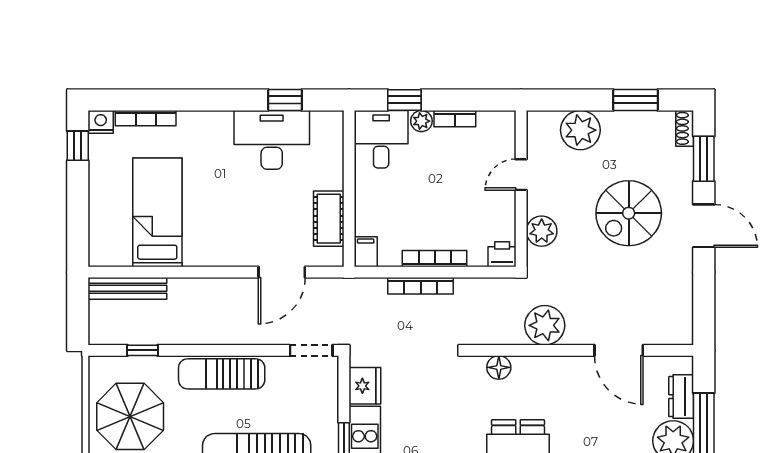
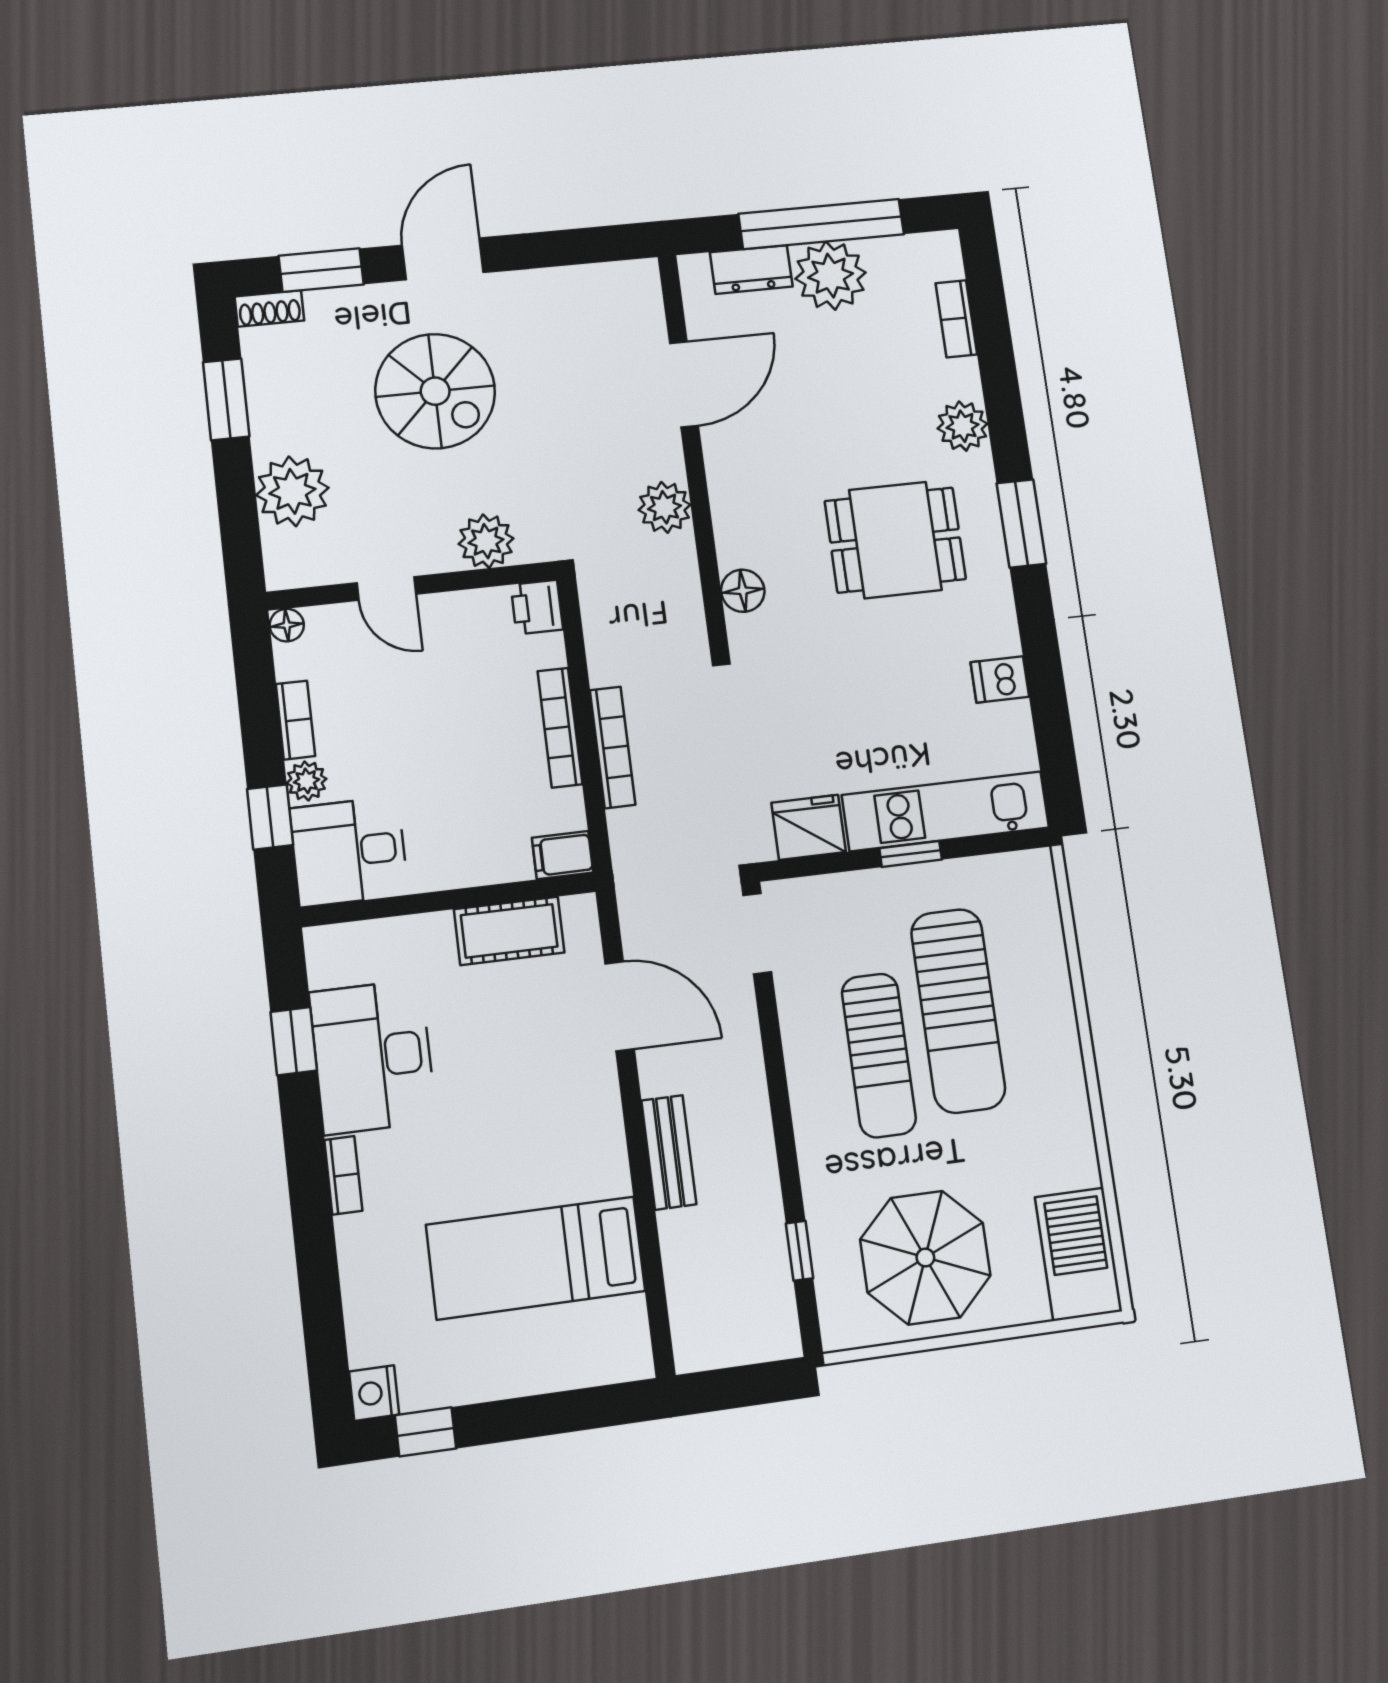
bookcase: (146, 118) -> (343, 1175), moved, width x0.64
floor lamp: (507, 119) -> (287, 625), added
bench: (127, 288) -> (669, 1152), moved, width x0.73
plant: (545, 325) -> (664, 507), width x0.73, depth x0.73
sun lounger: (222, 374) -> (879, 1055), moved

